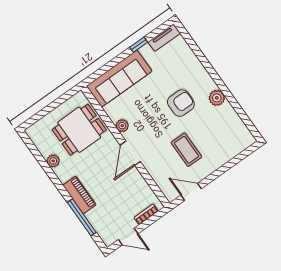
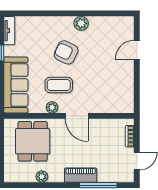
armchair: (181, 103) -> (66, 52), turned -65
coffee table: (186, 150) -> (59, 85), moved
door: (191, 192) -> (137, 50), moved

